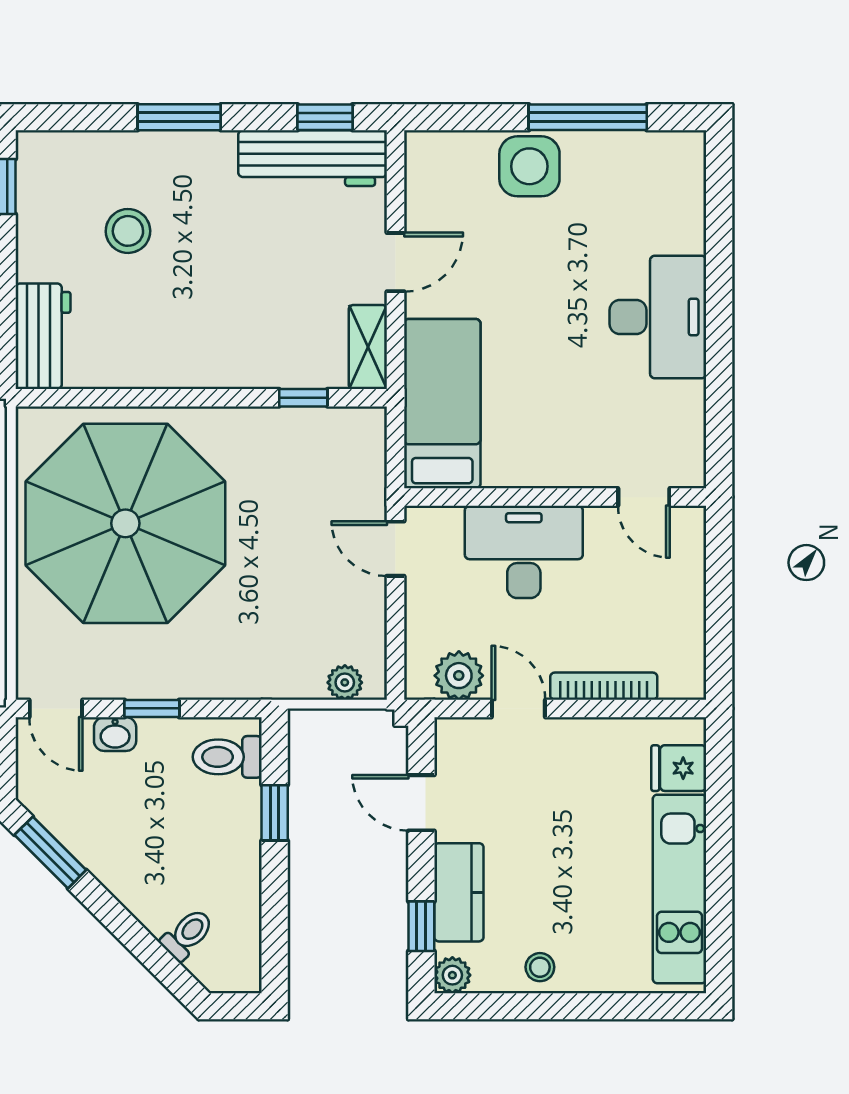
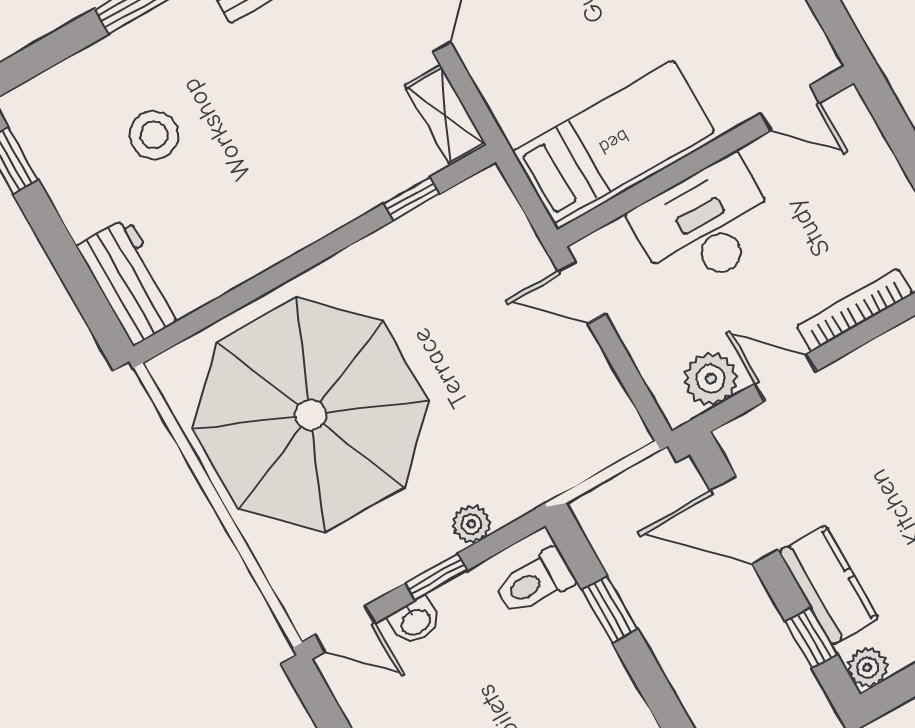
bed: (442, 404) -> (614, 142), moved, turned 90
plant: (345, 682) -> (471, 524), moved
door: (421, 803) -> (744, 520), width x1.38

